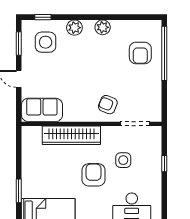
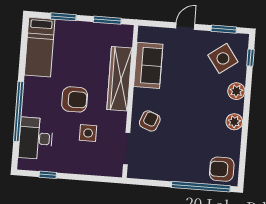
side table: (46, 42) -> (223, 58), turned -36
armchair: (140, 53) -> (222, 169), moved
sofa: (42, 110) -> (148, 65), moved
window: (19, 151) -> (107, 20), added
window: (164, 164) -> (48, 175), moved

